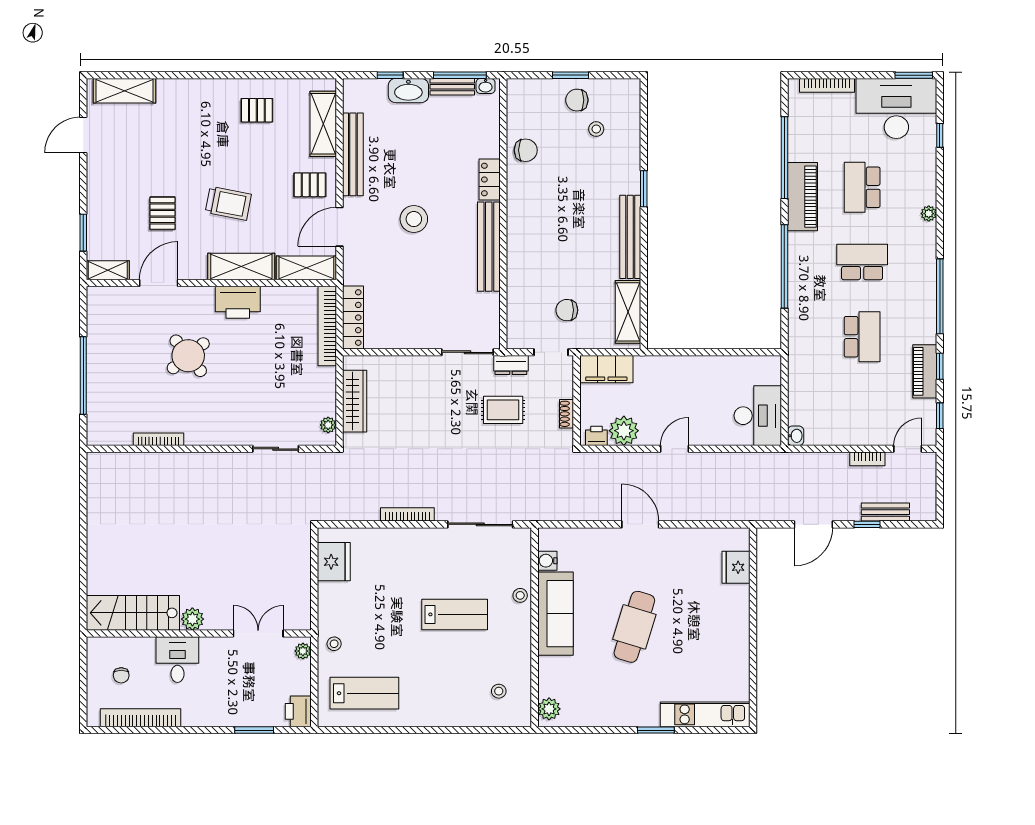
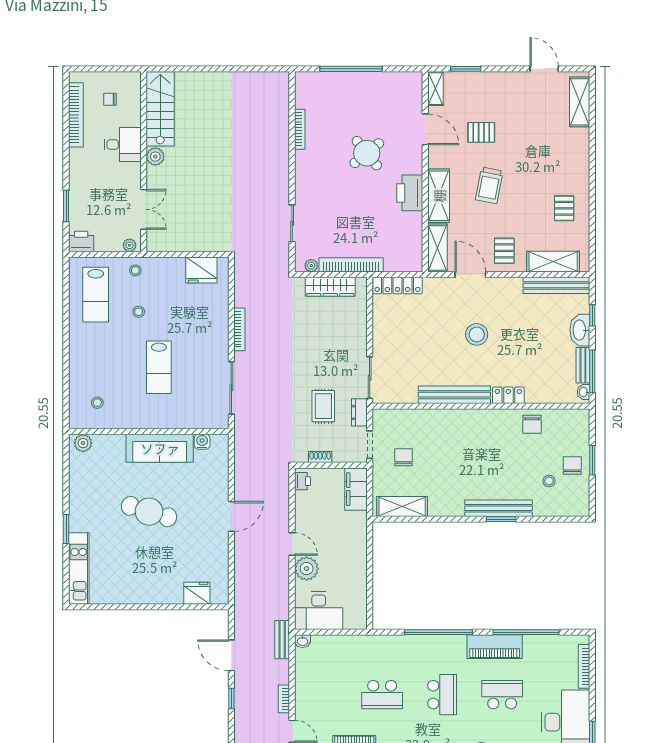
bench: (353, 154) -> (556, 285), moved
bench: (630, 237) -> (498, 508), moved
bookcase: (327, 326) -> (351, 265), moved
plant: (624, 431) -> (307, 569), moved
bench: (885, 512) -> (282, 640), moved
stool: (520, 595) -> (139, 312), moved

